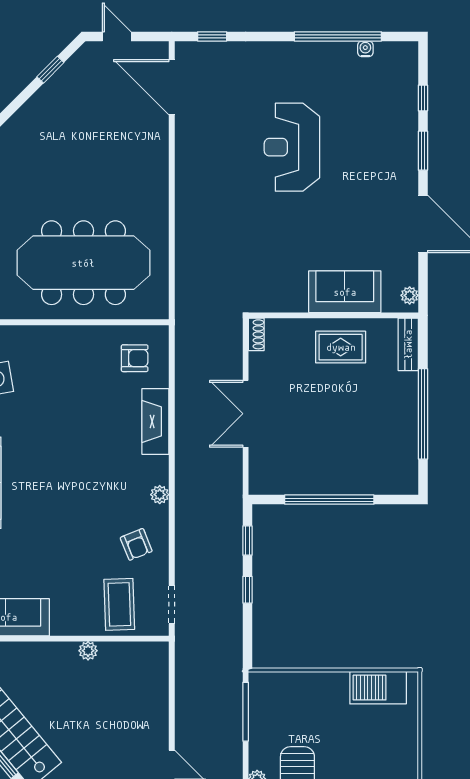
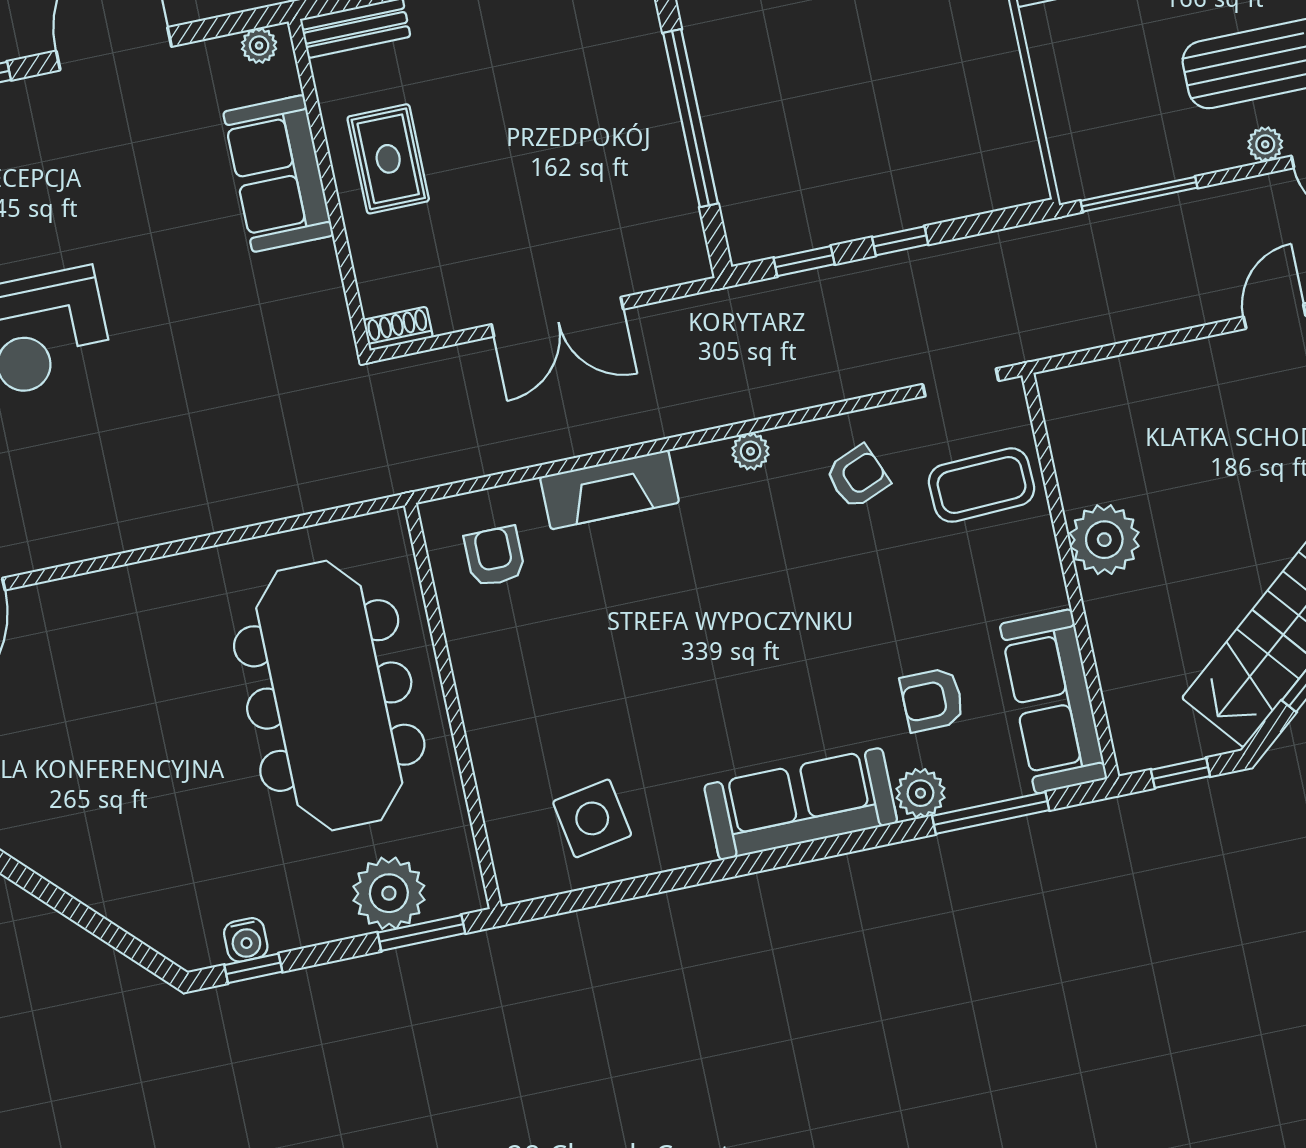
armchair: (19, 558) -> (932, 700), added
plant: (88, 651) -> (1104, 540), width x1.87, depth x1.87

